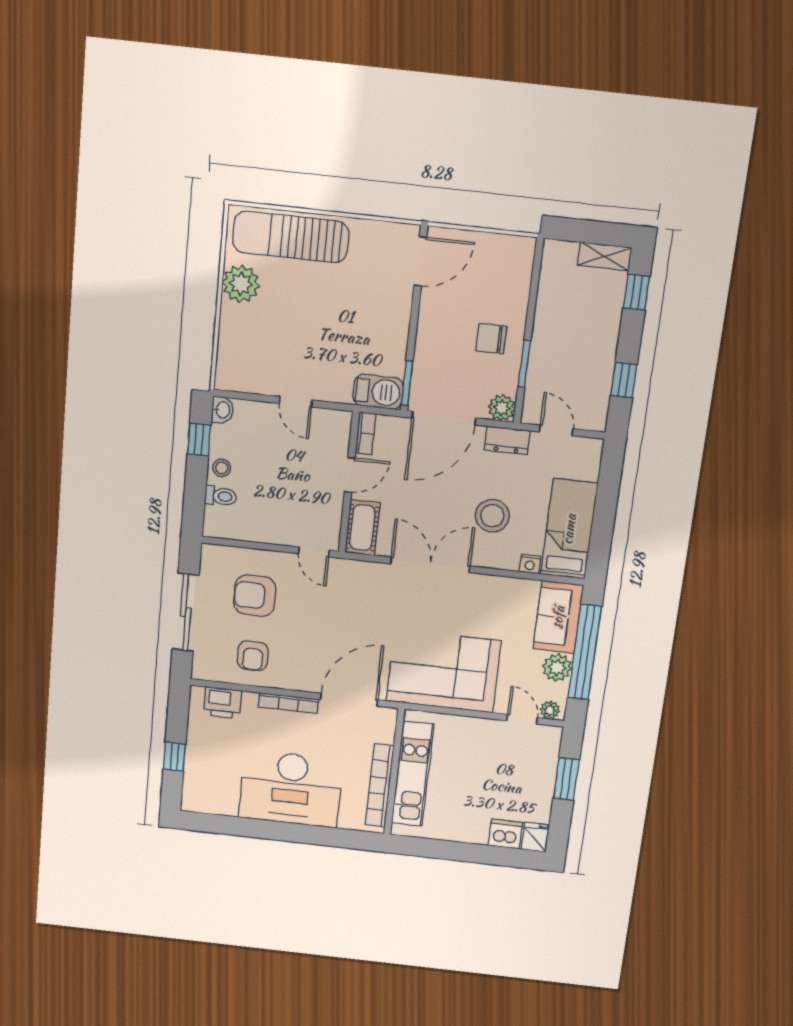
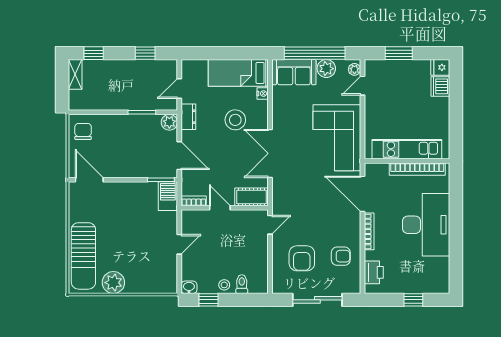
chair: (491, 339) -> (83, 131), moved, turned 180
door: (444, 418) -> (179, 156), width x0.73

